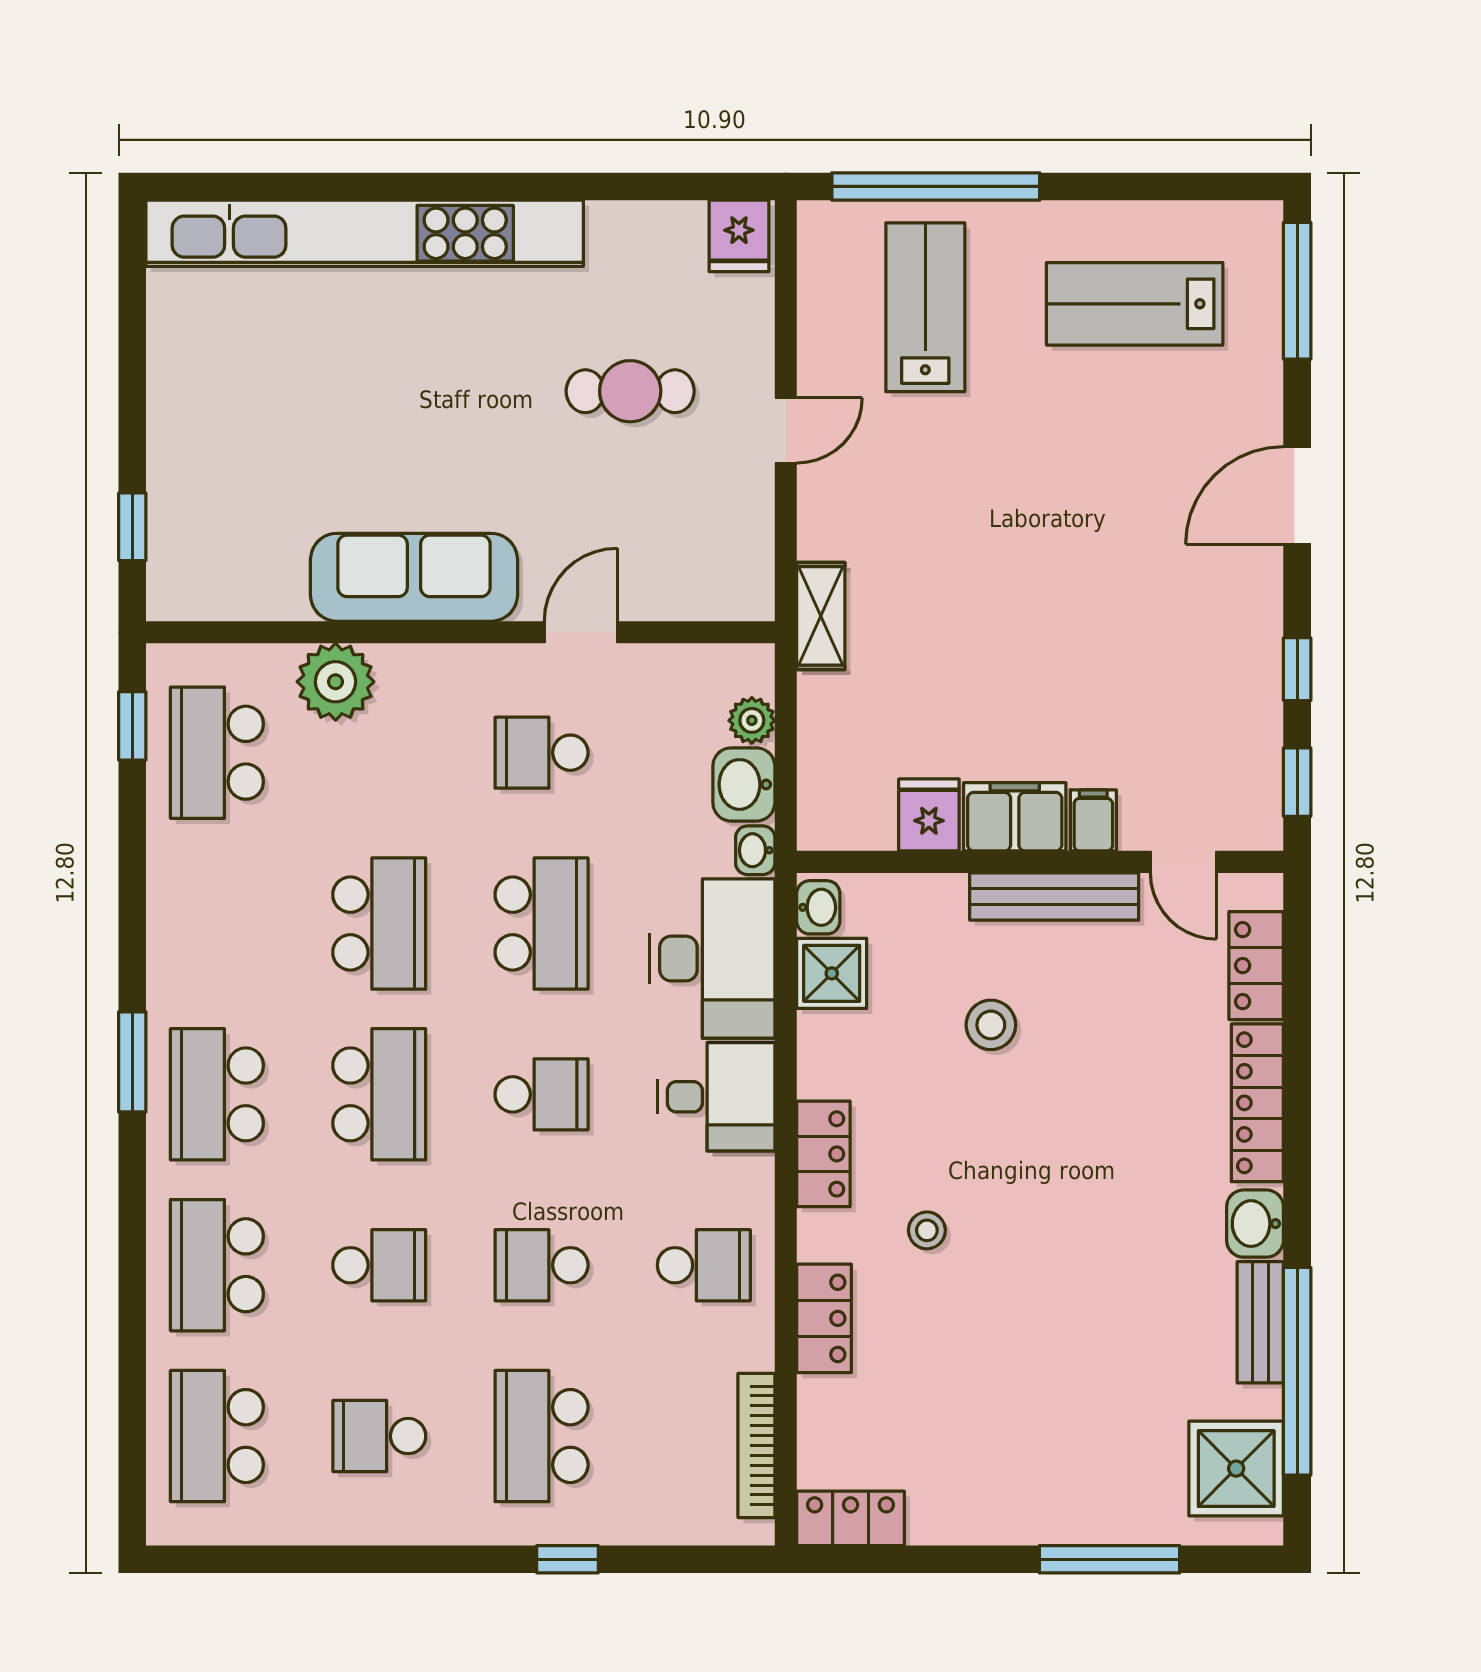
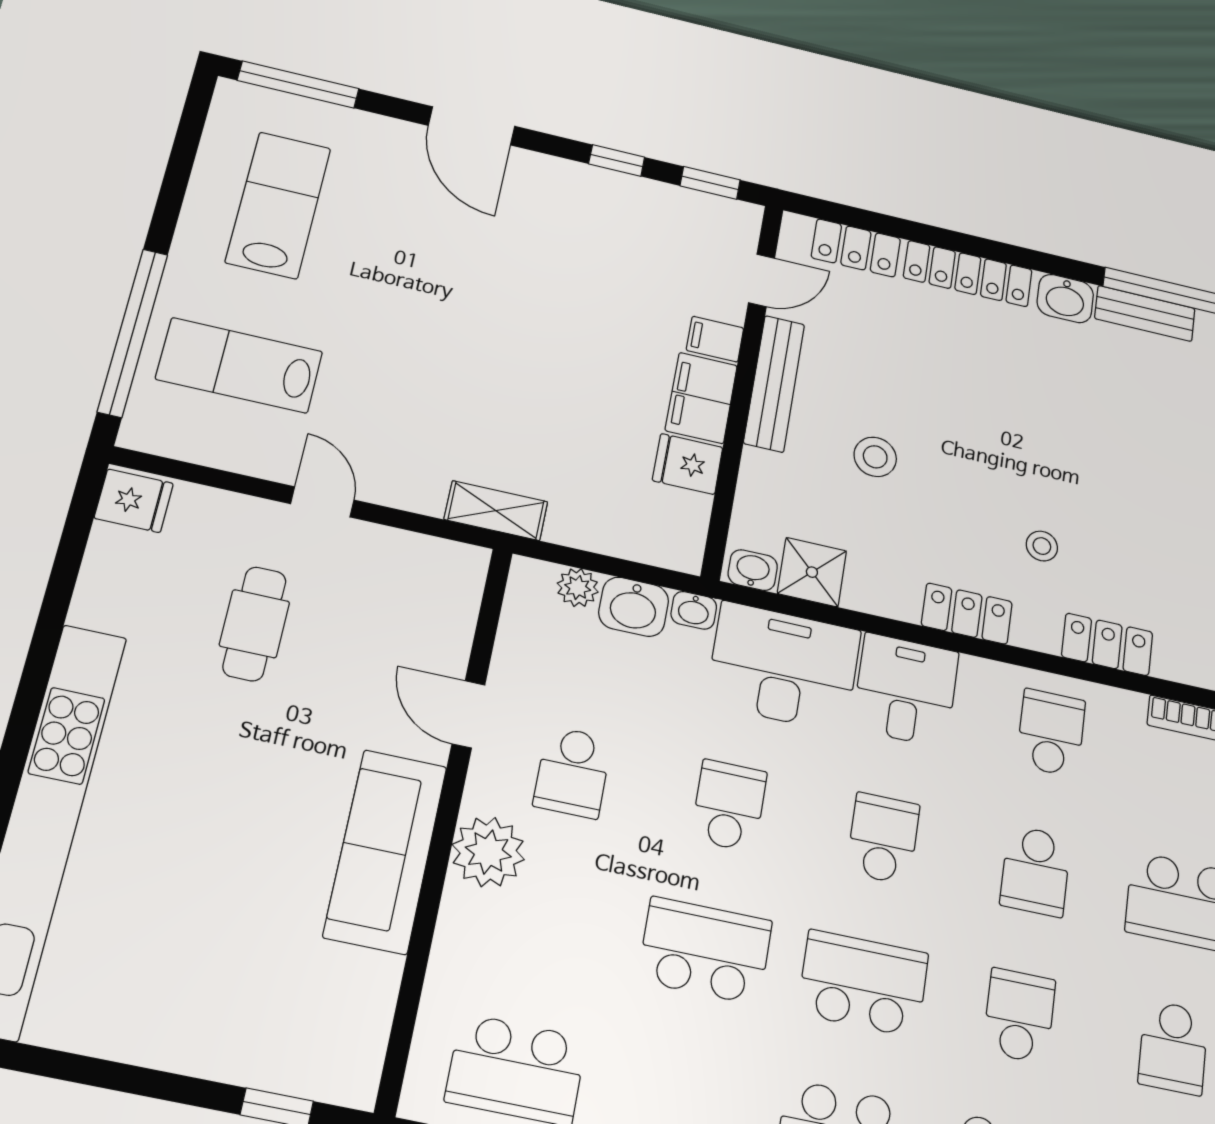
lab bench: (1135, 304) -> (278, 205), turned 180
plant: (336, 682) -> (488, 852), moved
school desk: (542, 924) -> (729, 806), width x0.54

